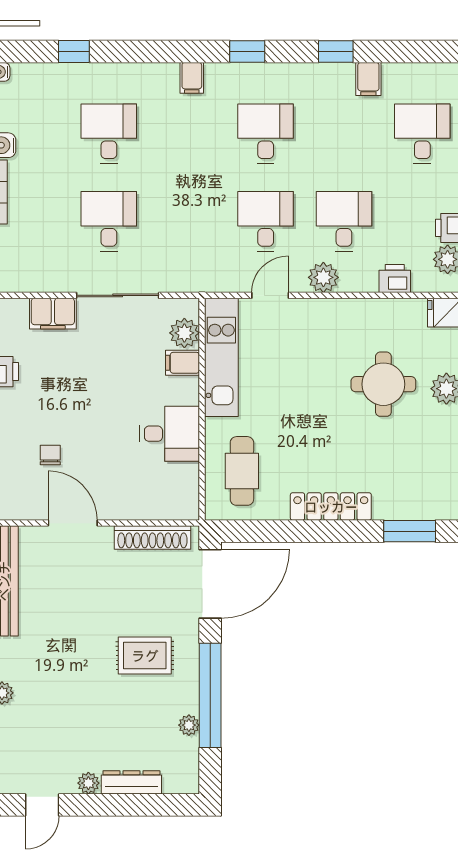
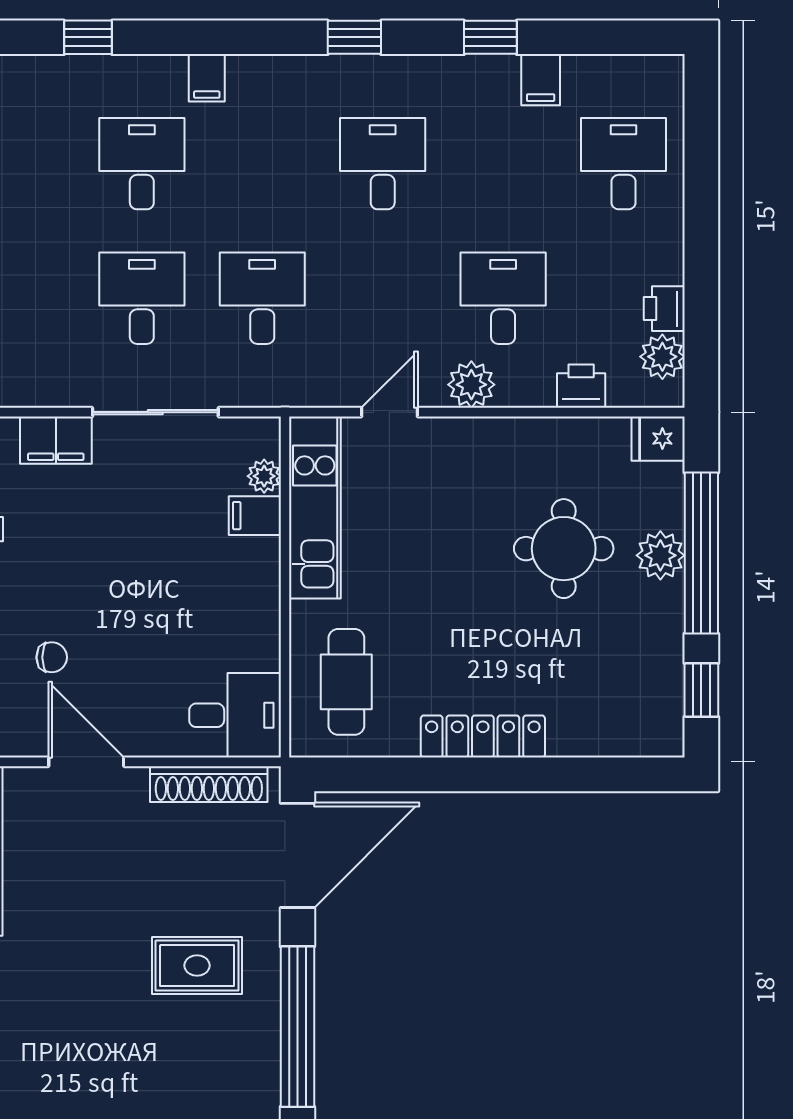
filing cabinet: (192, 78) -> (207, 78), moved
desk: (266, 221) -> (262, 298), moved
plant: (184, 333) -> (264, 476), width x0.73, depth x0.73
desk: (170, 434) -> (235, 715), moved
chair: (50, 455) -> (52, 657), turned 90
window: (410, 531) -> (604, 774), removed
plant: (189, 725) -> (265, 1073), removed

